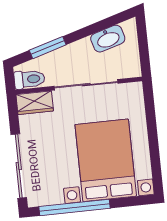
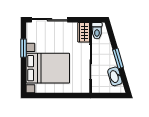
window: (48, 48) -> (118, 58), moved
window: (74, 207) -> (23, 48), width x0.47

